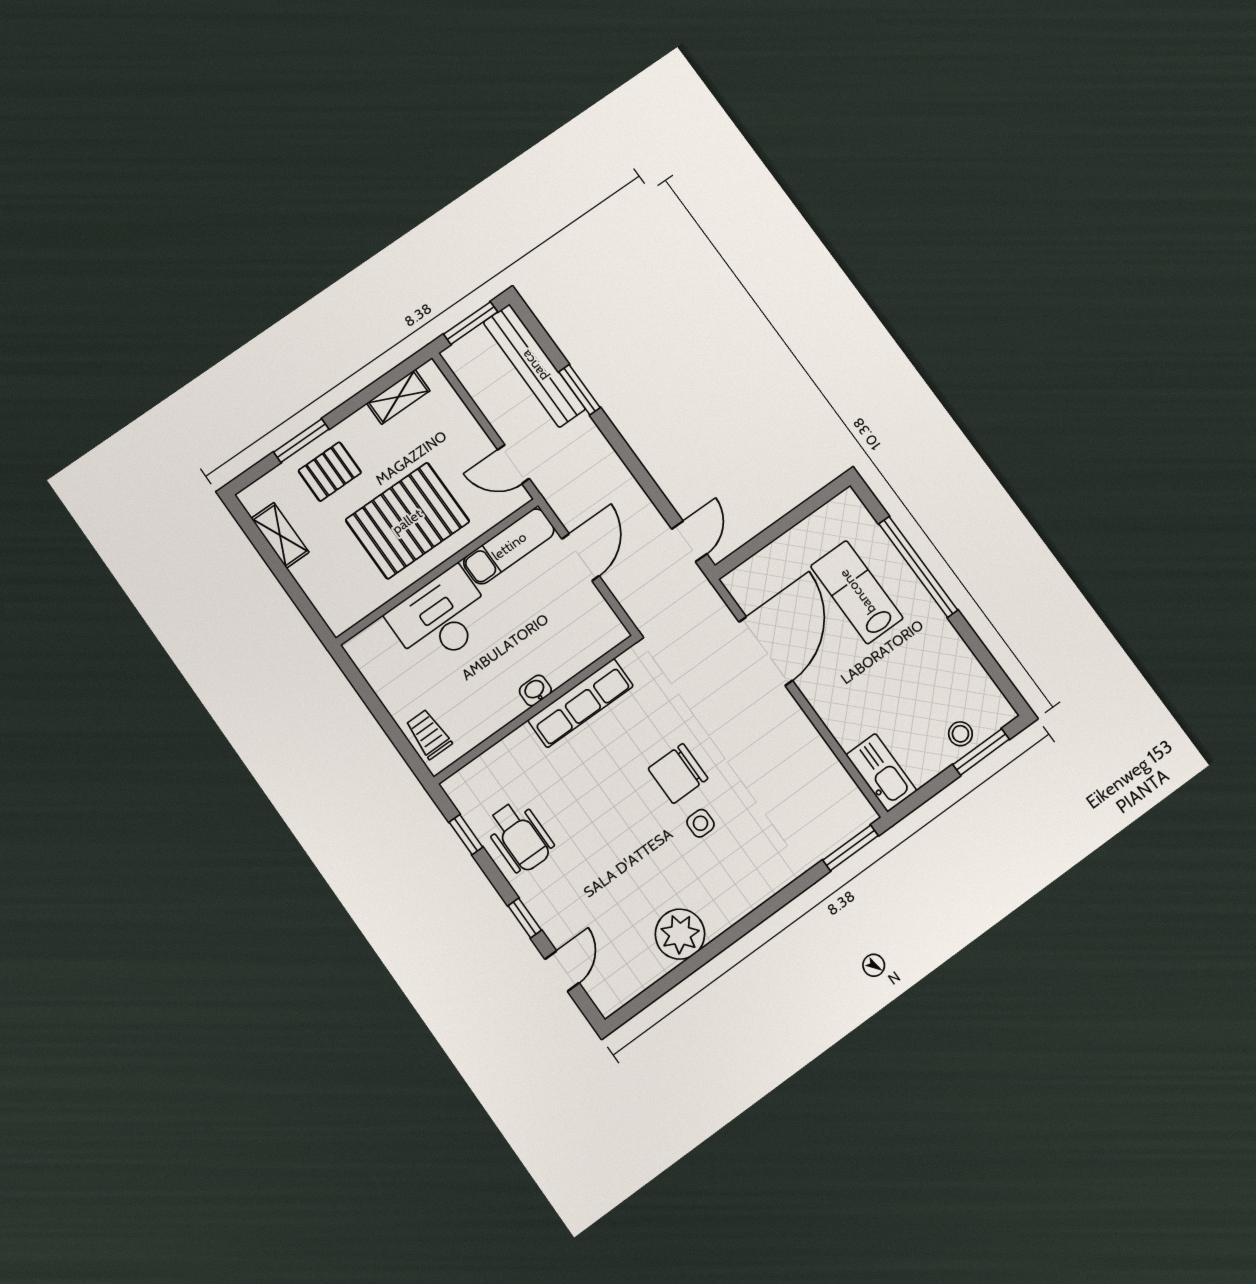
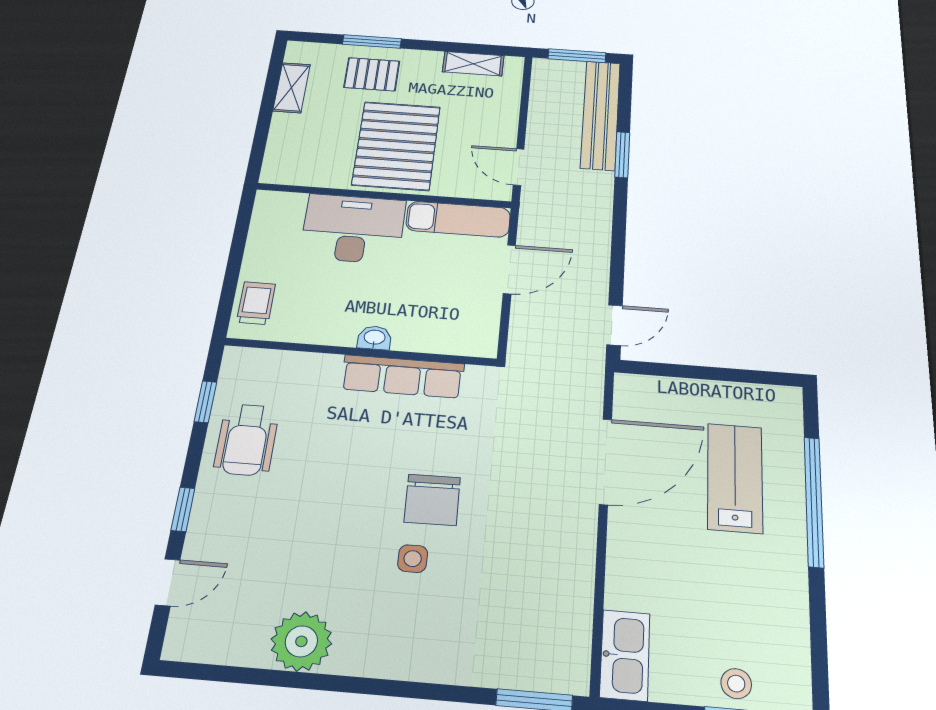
pallet: (407, 521) -> (396, 146), turned 90
chair: (678, 773) -> (432, 500), turned -91

